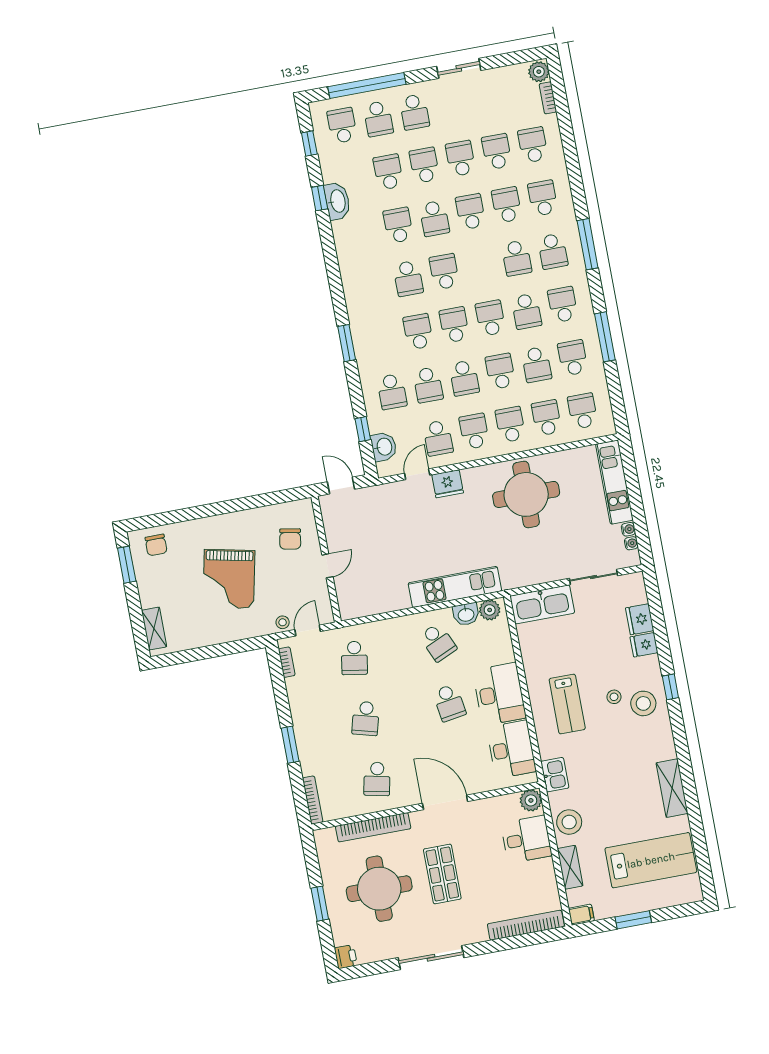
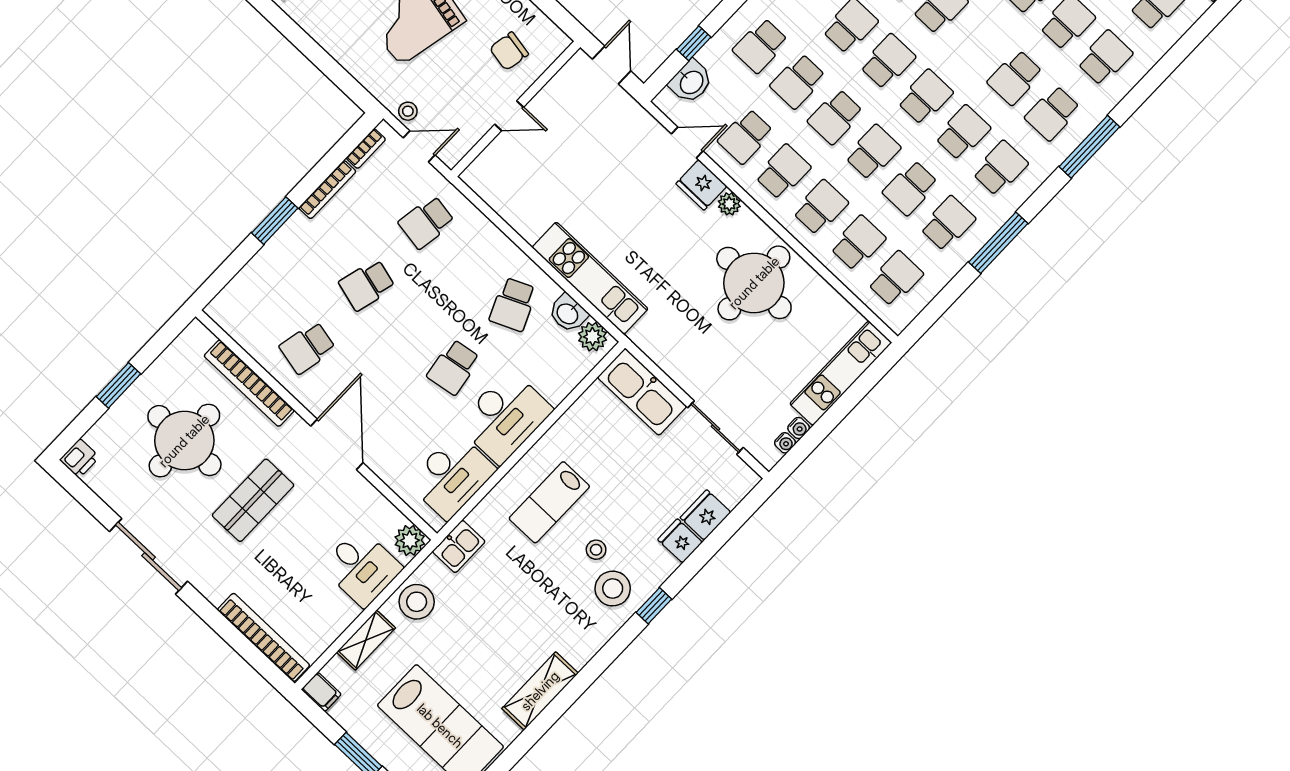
school desk: (527, 311) -> (963, 133), turned 180
plant: (470, 476) -> (729, 204), added
bookcase: (313, 800) -> (327, 190), moved

